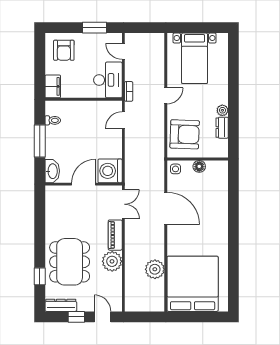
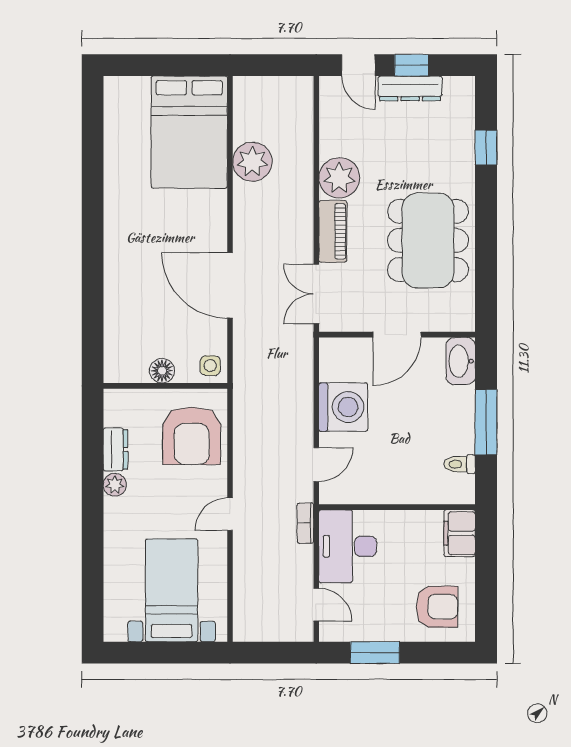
armchair: (64, 50) -> (437, 607), turned 90
armchair: (185, 134) -> (192, 436), turned -92
washing machine: (110, 171) -> (343, 407), moved
dining table: (70, 262) -> (428, 240), moved
bed: (193, 284) -> (189, 132), width x0.73
dresser: (61, 305) -> (410, 88), moved

